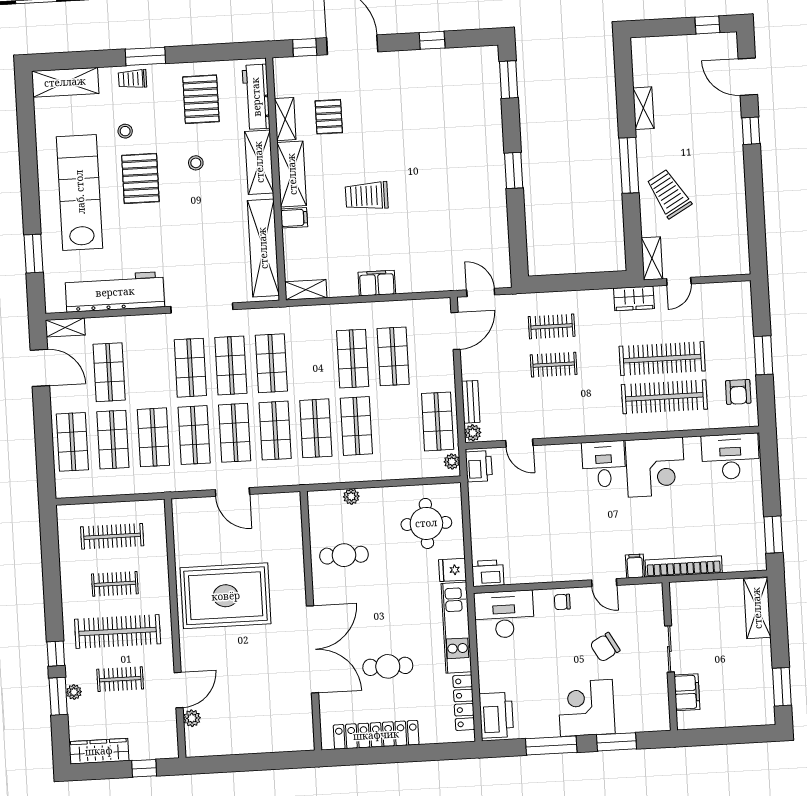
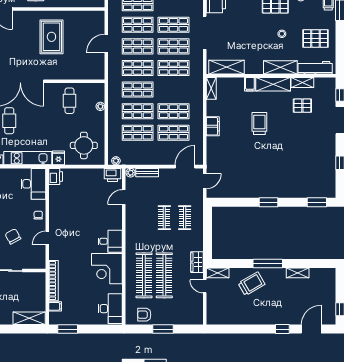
shelving: (263, 248) -> (227, 67), width x0.68
door: (456, 331) -> (185, 167), swing flipped
shop shelf: (438, 421) -> (138, 133), moved
filing cabinet: (635, 566) -> (55, 306), moved
rug: (226, 596) -> (51, 37), width x0.73, depth x0.69

